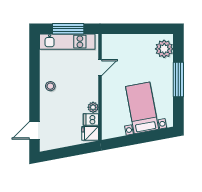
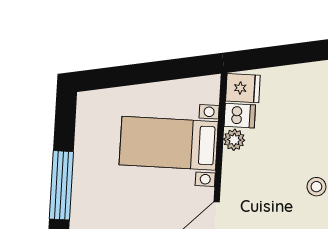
bed with nightstands: (142, 108) -> (169, 143), moved, turned 101

